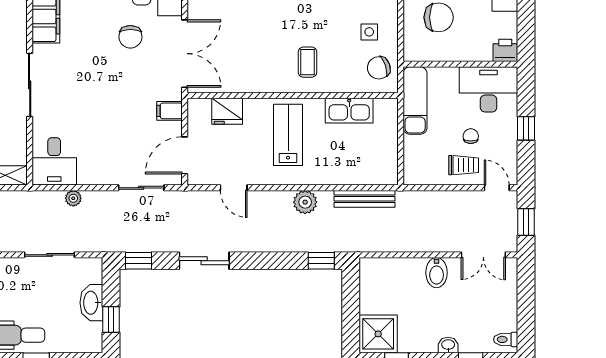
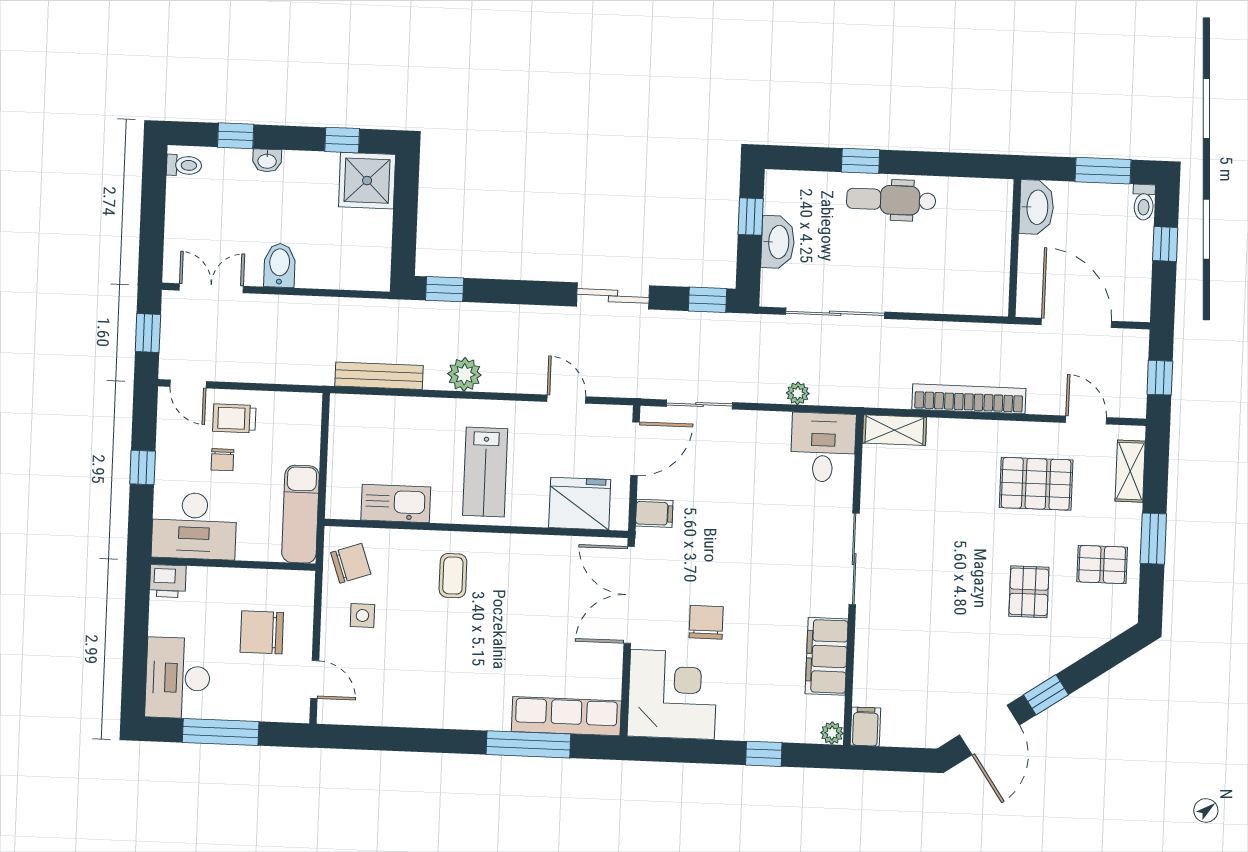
fridge: (227, 111) -> (580, 504), width x1.36, depth x1.34
sliding door: (50, 255) -> (835, 313), width x1.37

